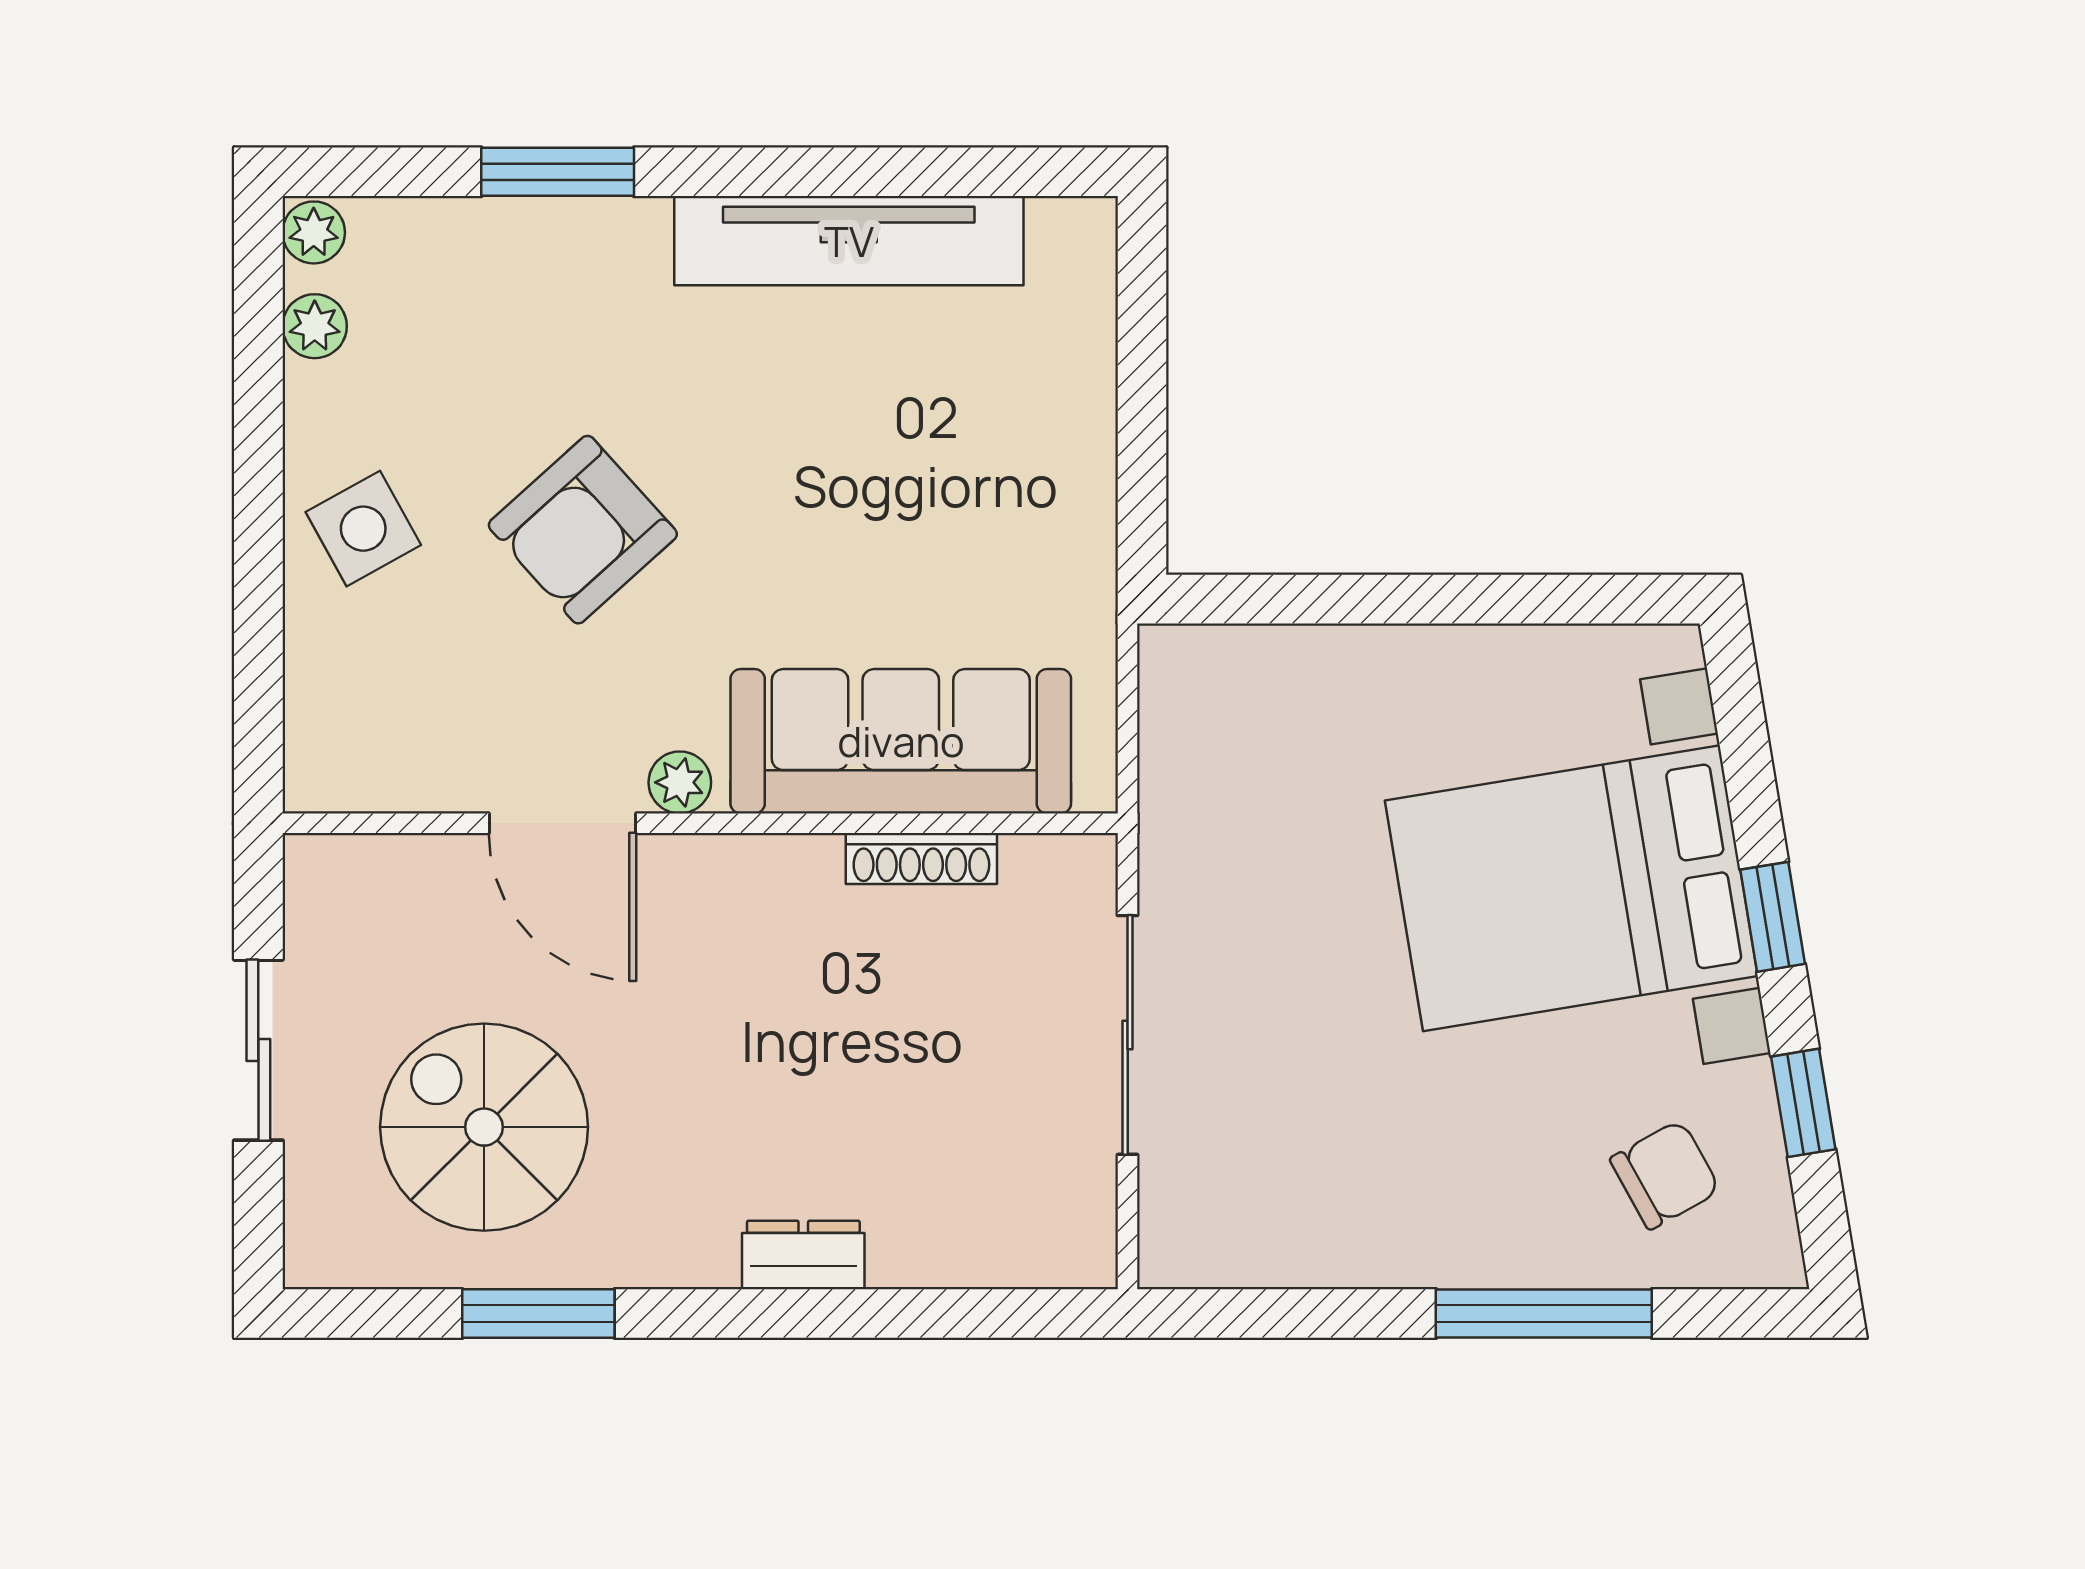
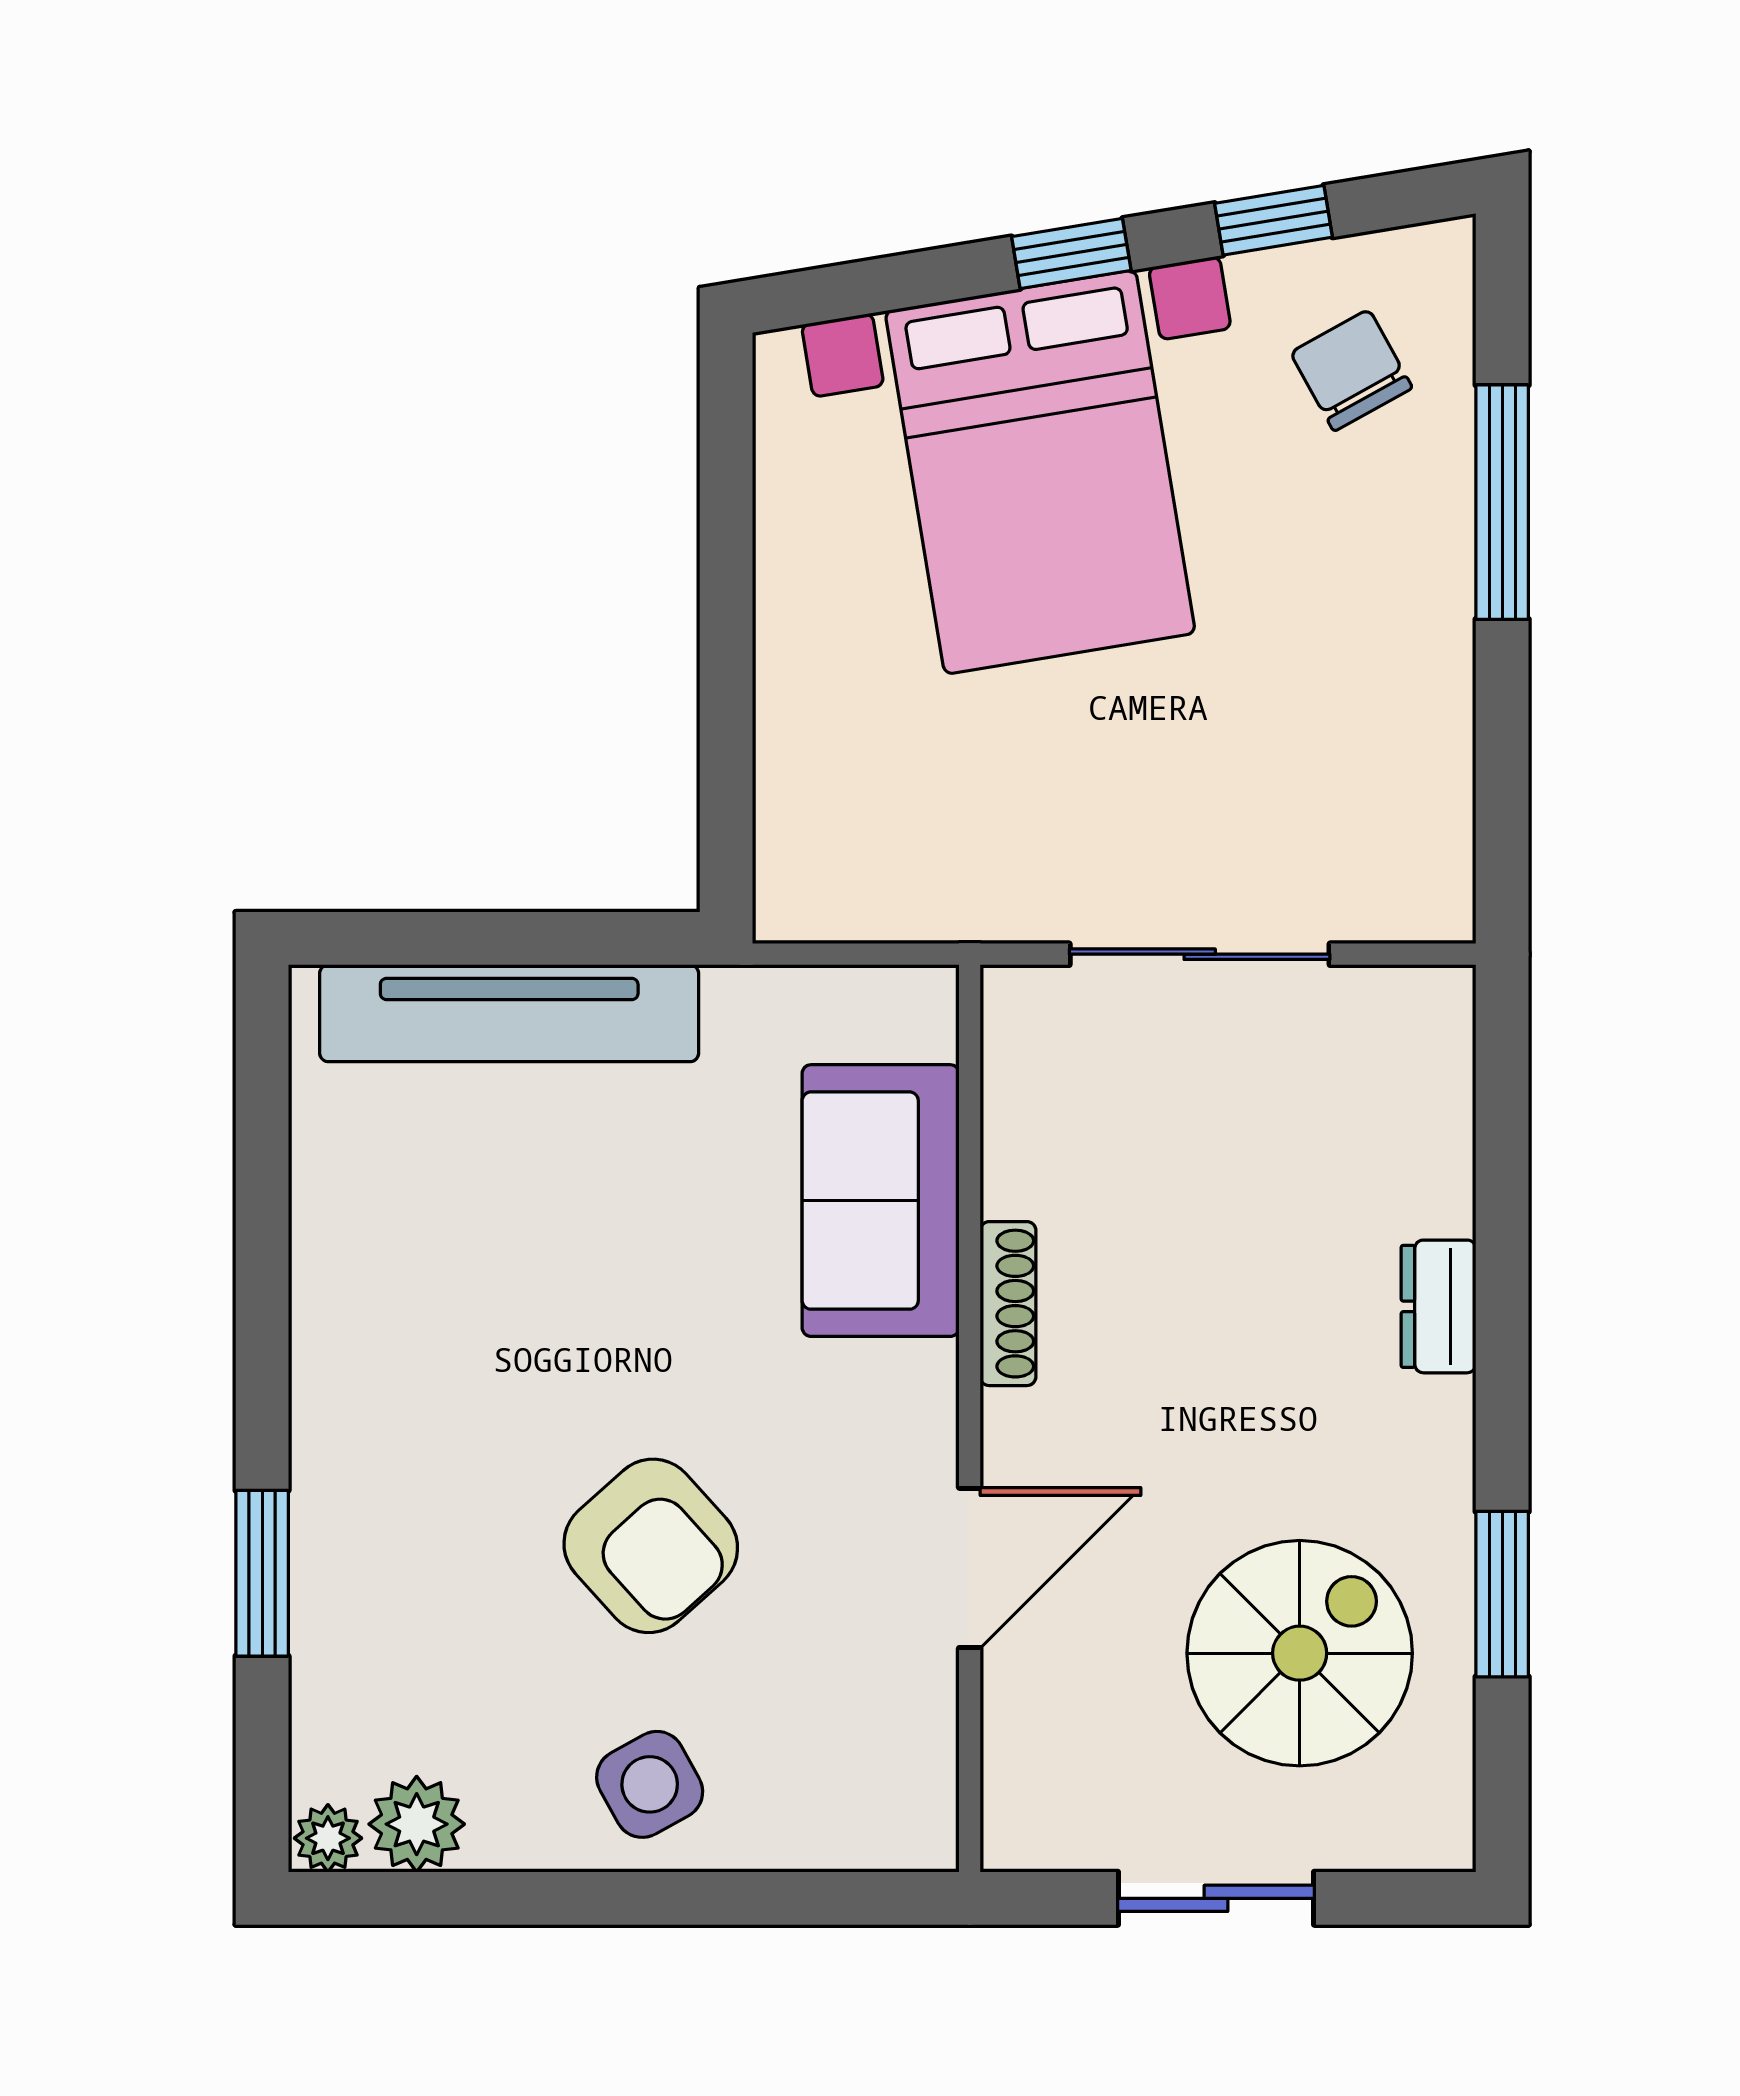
tv unit: (849, 241) -> (509, 1013), moved, turned 90
plant: (315, 326) -> (417, 1824), width x1.38, depth x1.38
sofa: (901, 741) -> (881, 1201), width x0.73
plant: (680, 782) -> (925, 1441), removed
shoe rack: (921, 859) -> (1008, 1304), moved
spiral stairs: (484, 1127) -> (1300, 1653), turned 180

